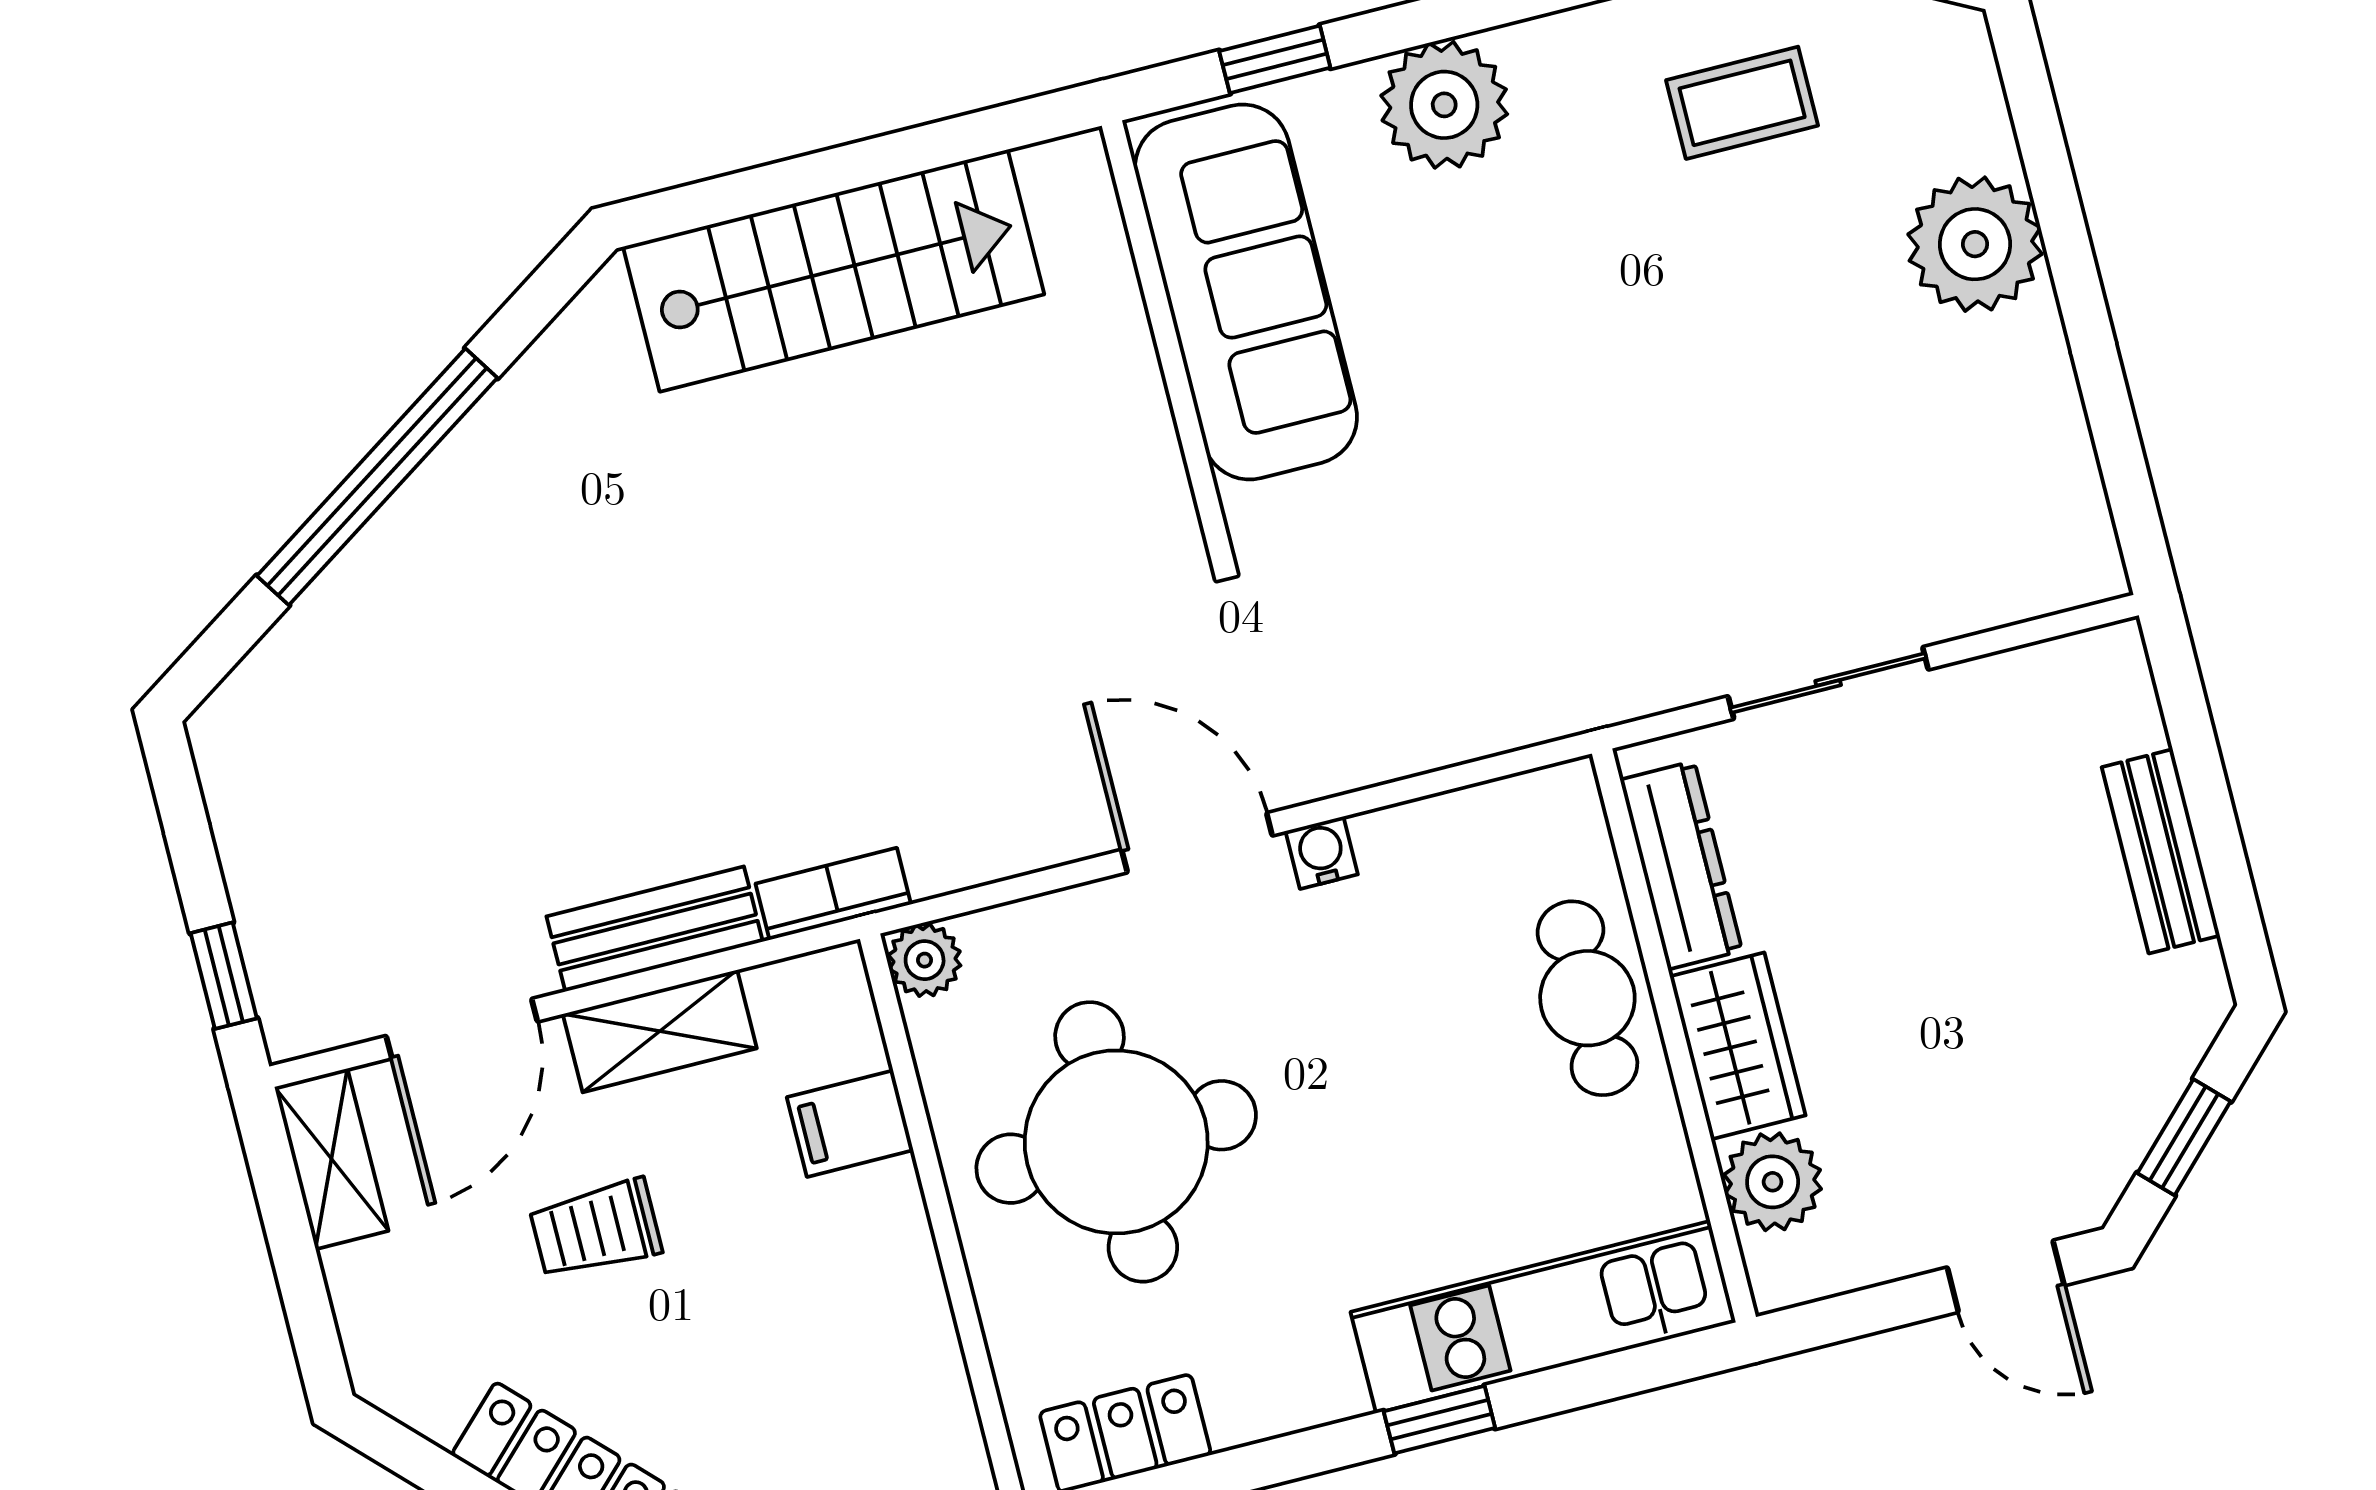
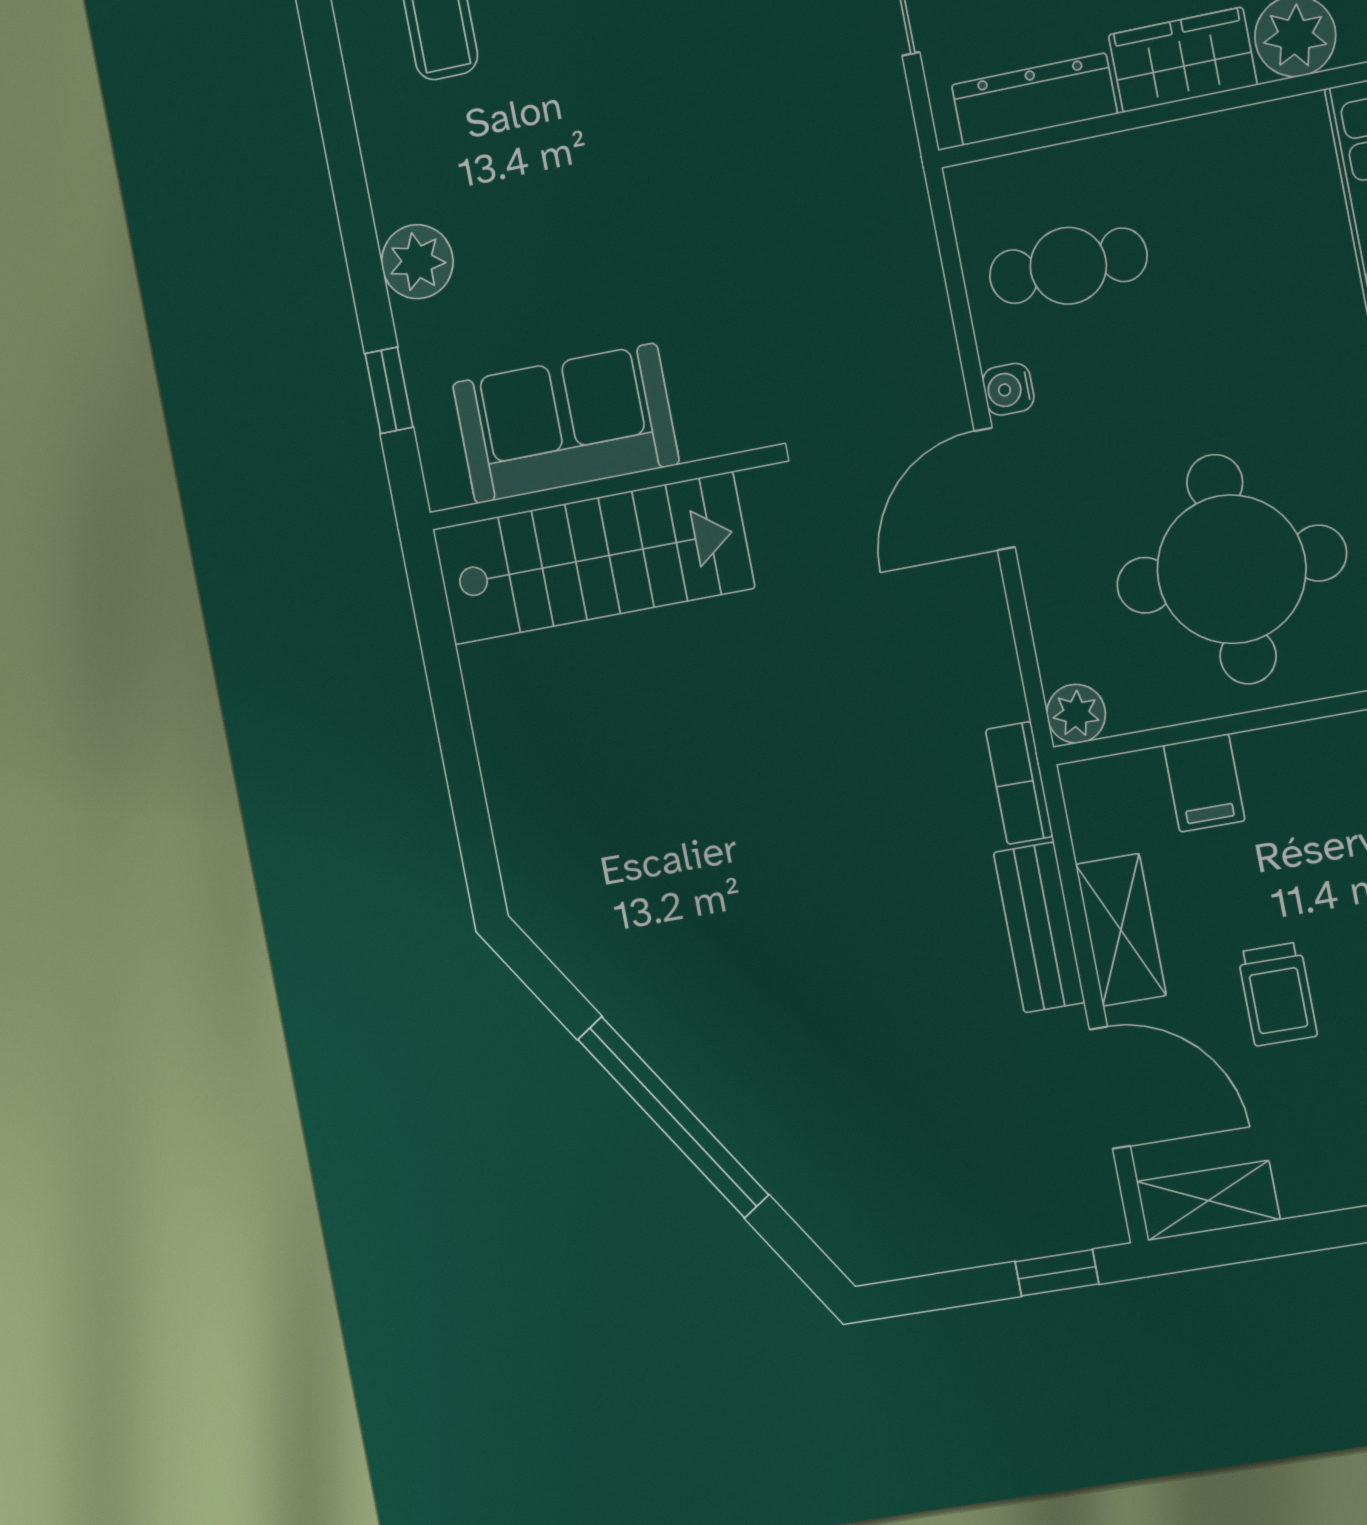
plant: (1444, 105) -> (417, 262), width x0.73, depth x0.73
stairs: (834, 271) -> (593, 558), moved, turned 90
sofa: (1246, 292) -> (566, 424), width x0.73
cafe table: (1587, 998) -> (1068, 266), moved

